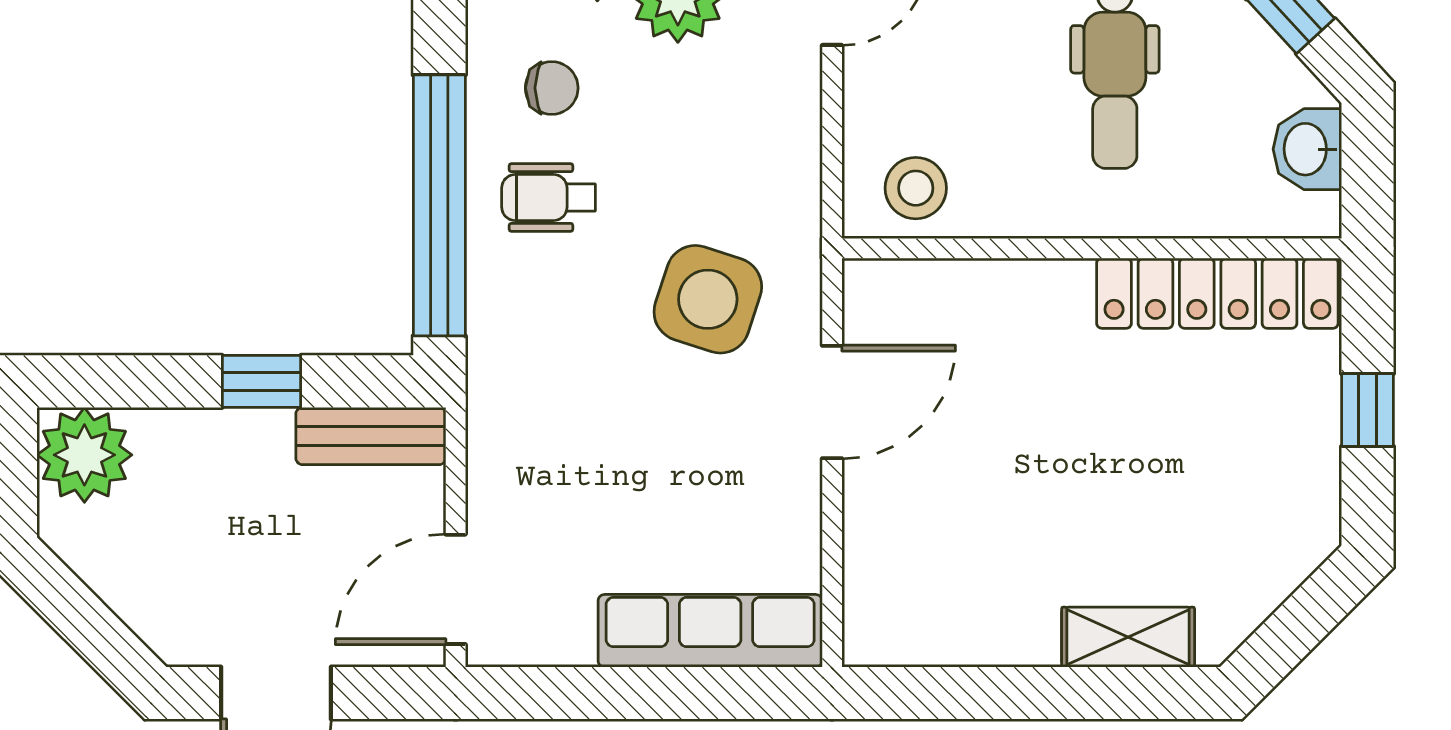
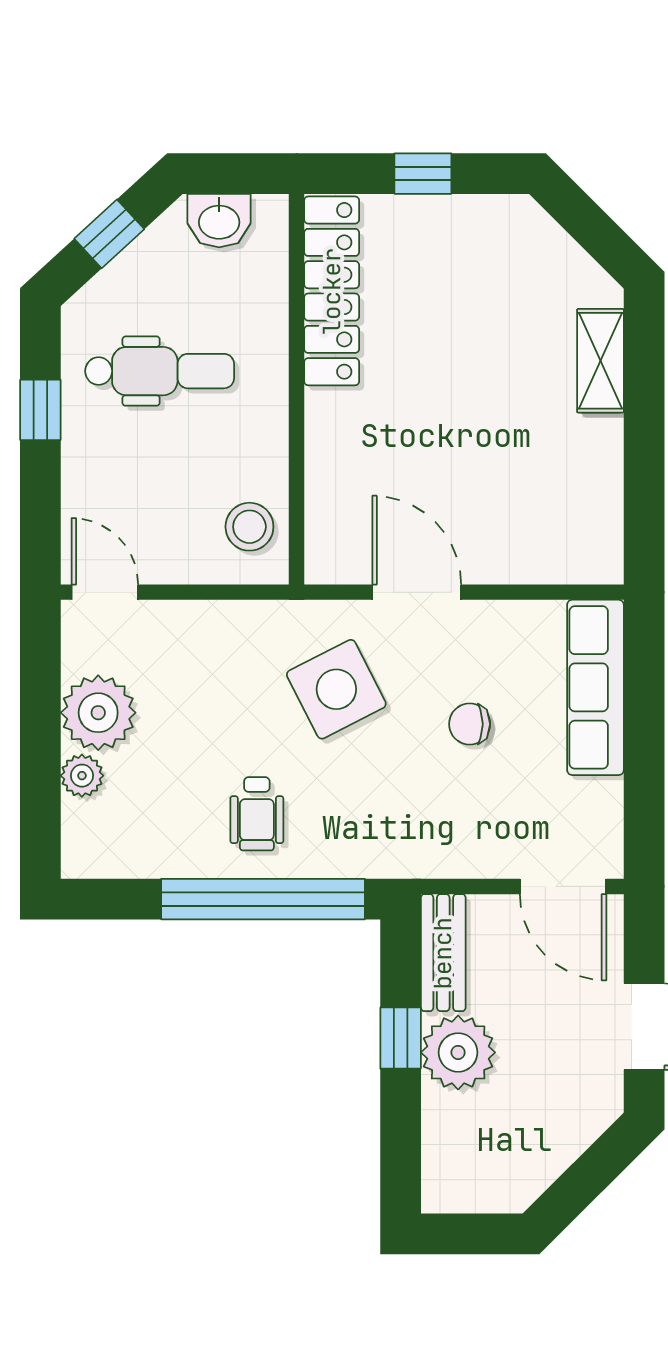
chair: (552, 88) -> (470, 724), moved, turned -90
side table: (708, 299) -> (336, 689), turned 45
plant: (84, 455) -> (458, 1052), moved

